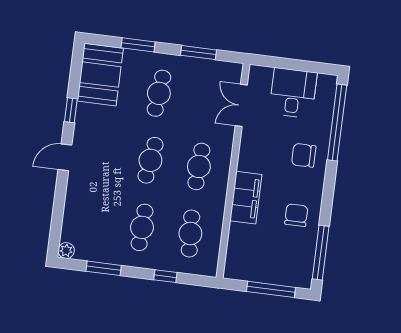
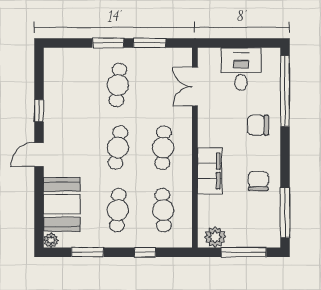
window: (138, 45) -> (108, 43), moved
booth: (100, 75) -> (62, 204), moved
plant: (242, 269) -> (215, 237), added

